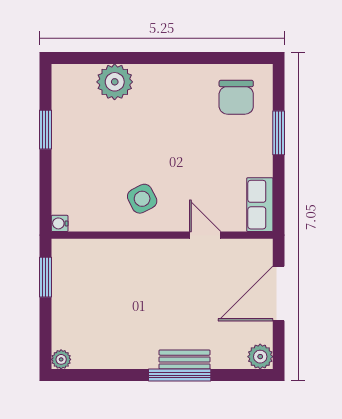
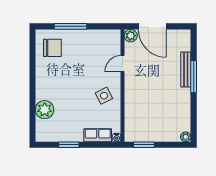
window: (279, 133) -> (71, 26), width x1.44
row of seats: (260, 205) -> (98, 135), moved, turned 180
plant: (260, 357) -> (131, 36), moved
bench: (185, 360) -> (186, 69), width x1.36

